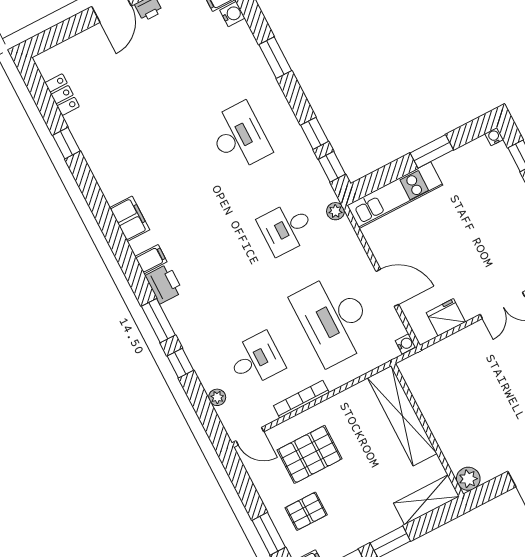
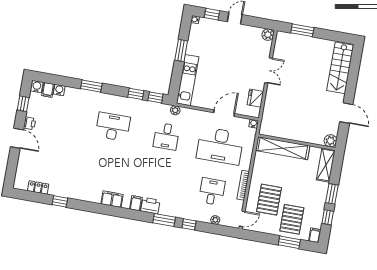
pallet: (306, 511) -> (292, 219), width x1.50, depth x1.42

